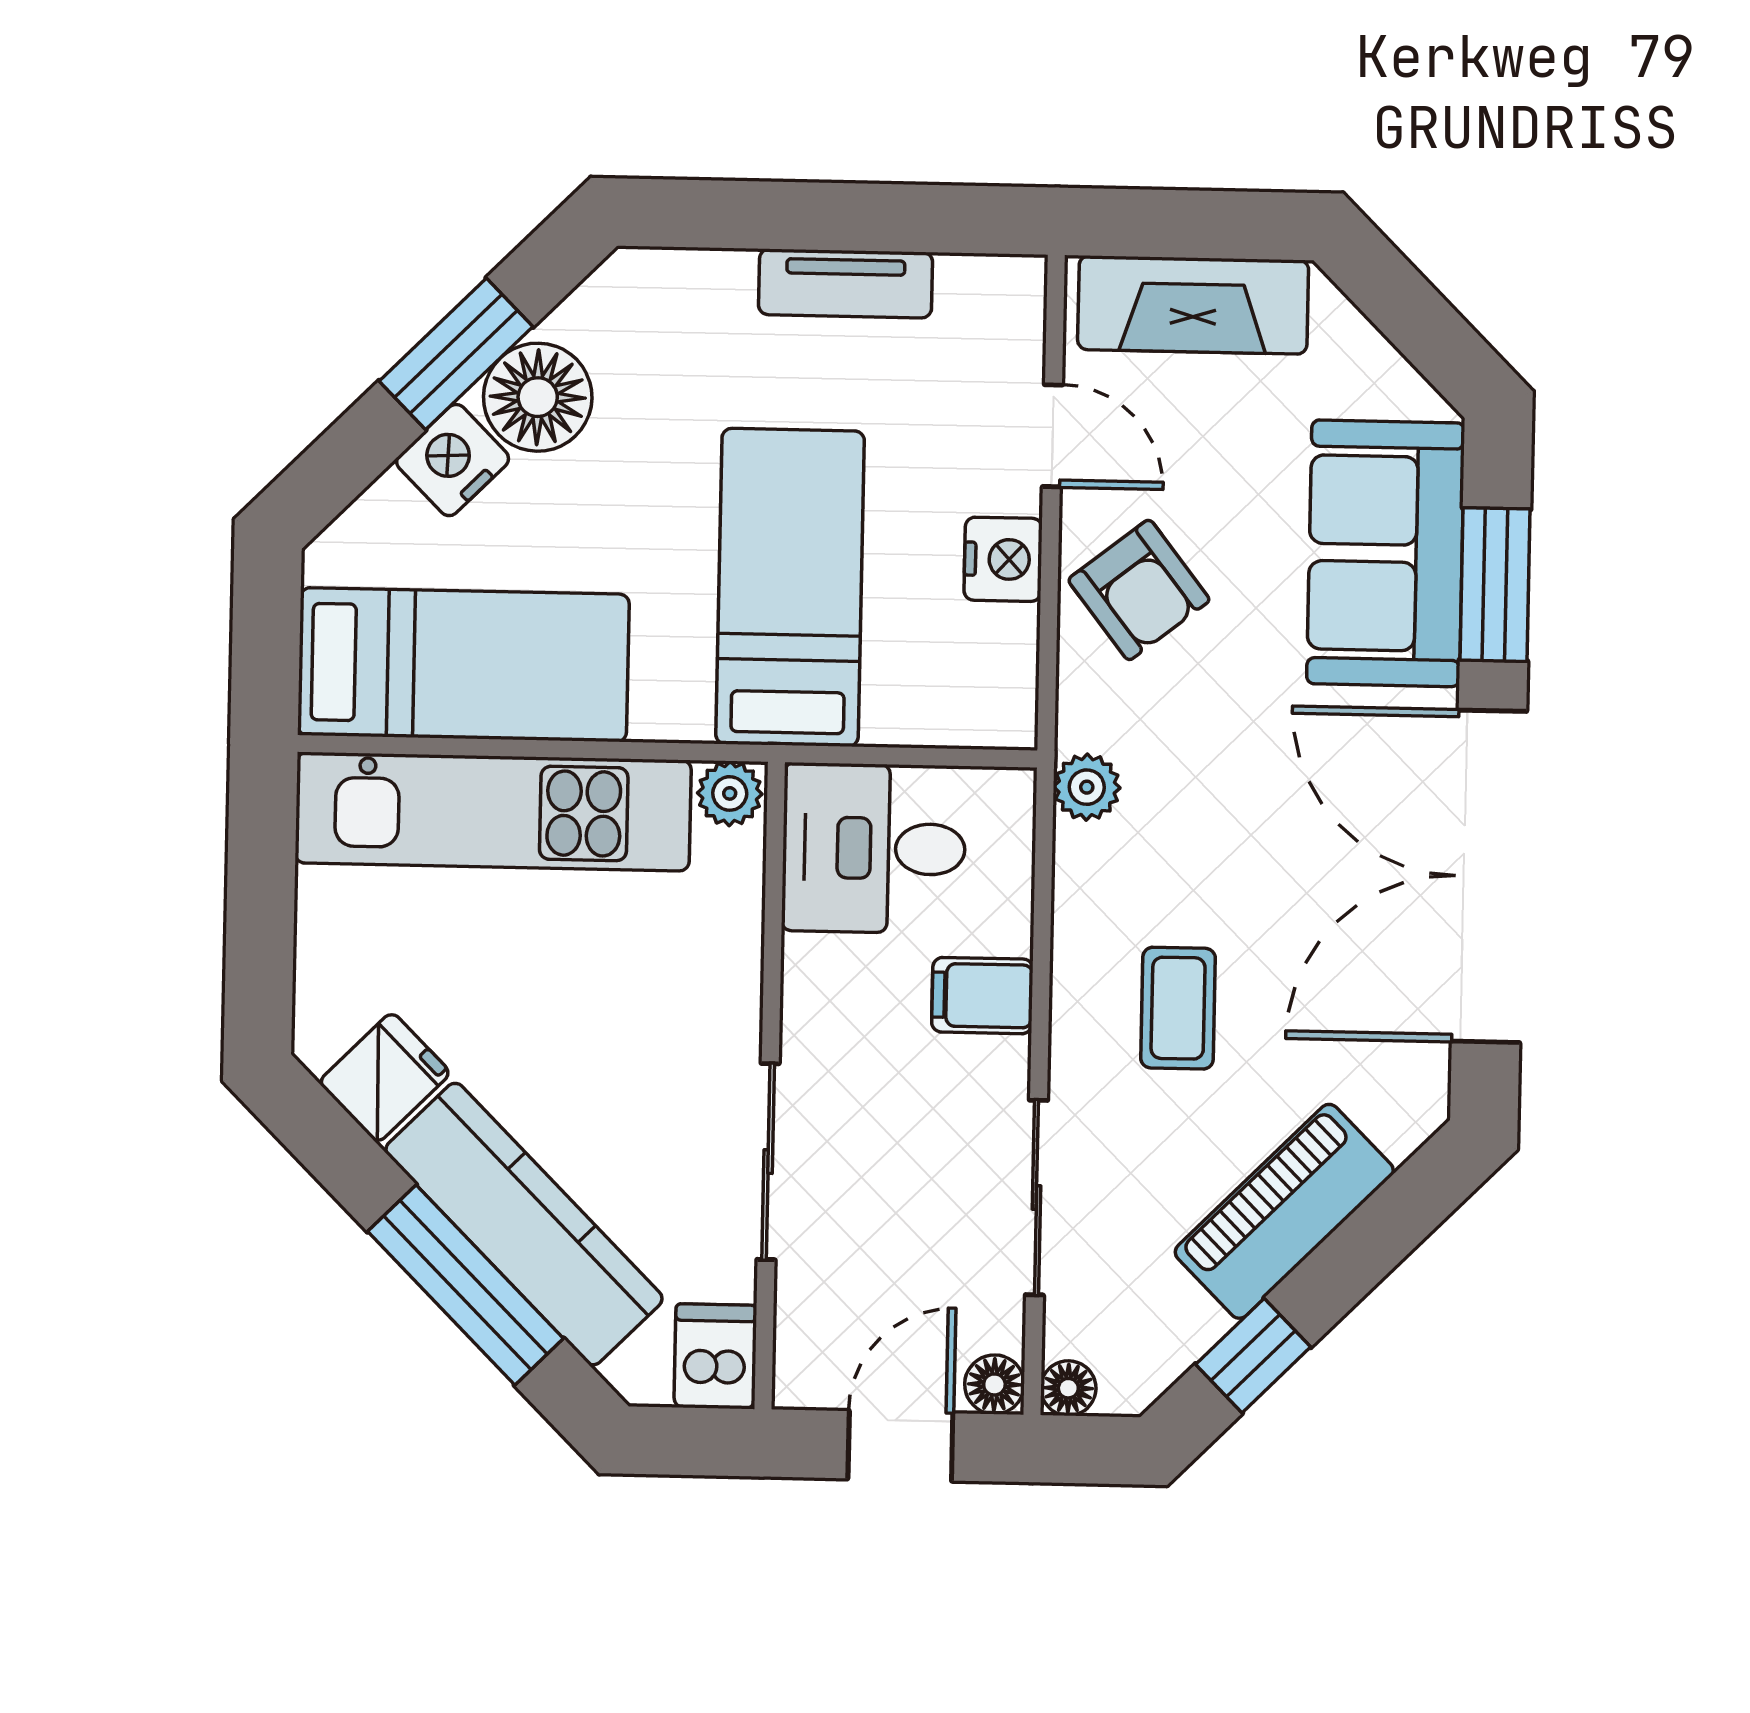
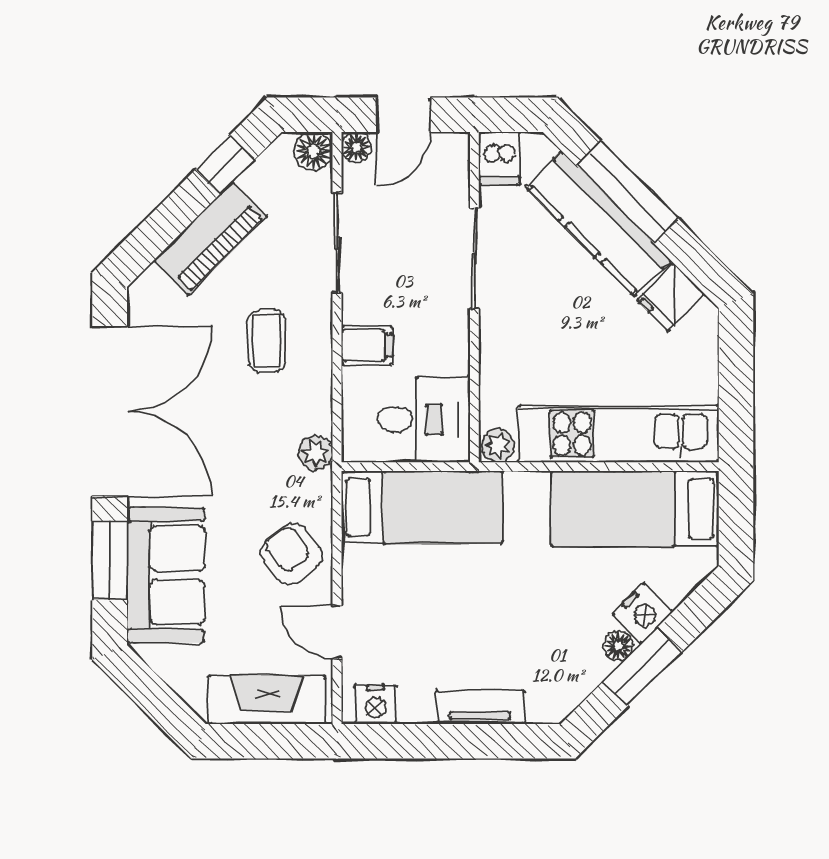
tv unit: (846, 283) -> (480, 707), moved
floor lamp: (538, 397) -> (618, 646), width x0.53, depth x0.53
nightstand: (1003, 559) -> (375, 704), moved, turned -90
bed: (790, 587) -> (422, 507), moved, turned -90
floor lamp: (1068, 1388) -> (314, 151), width x1.37, depth x1.37

